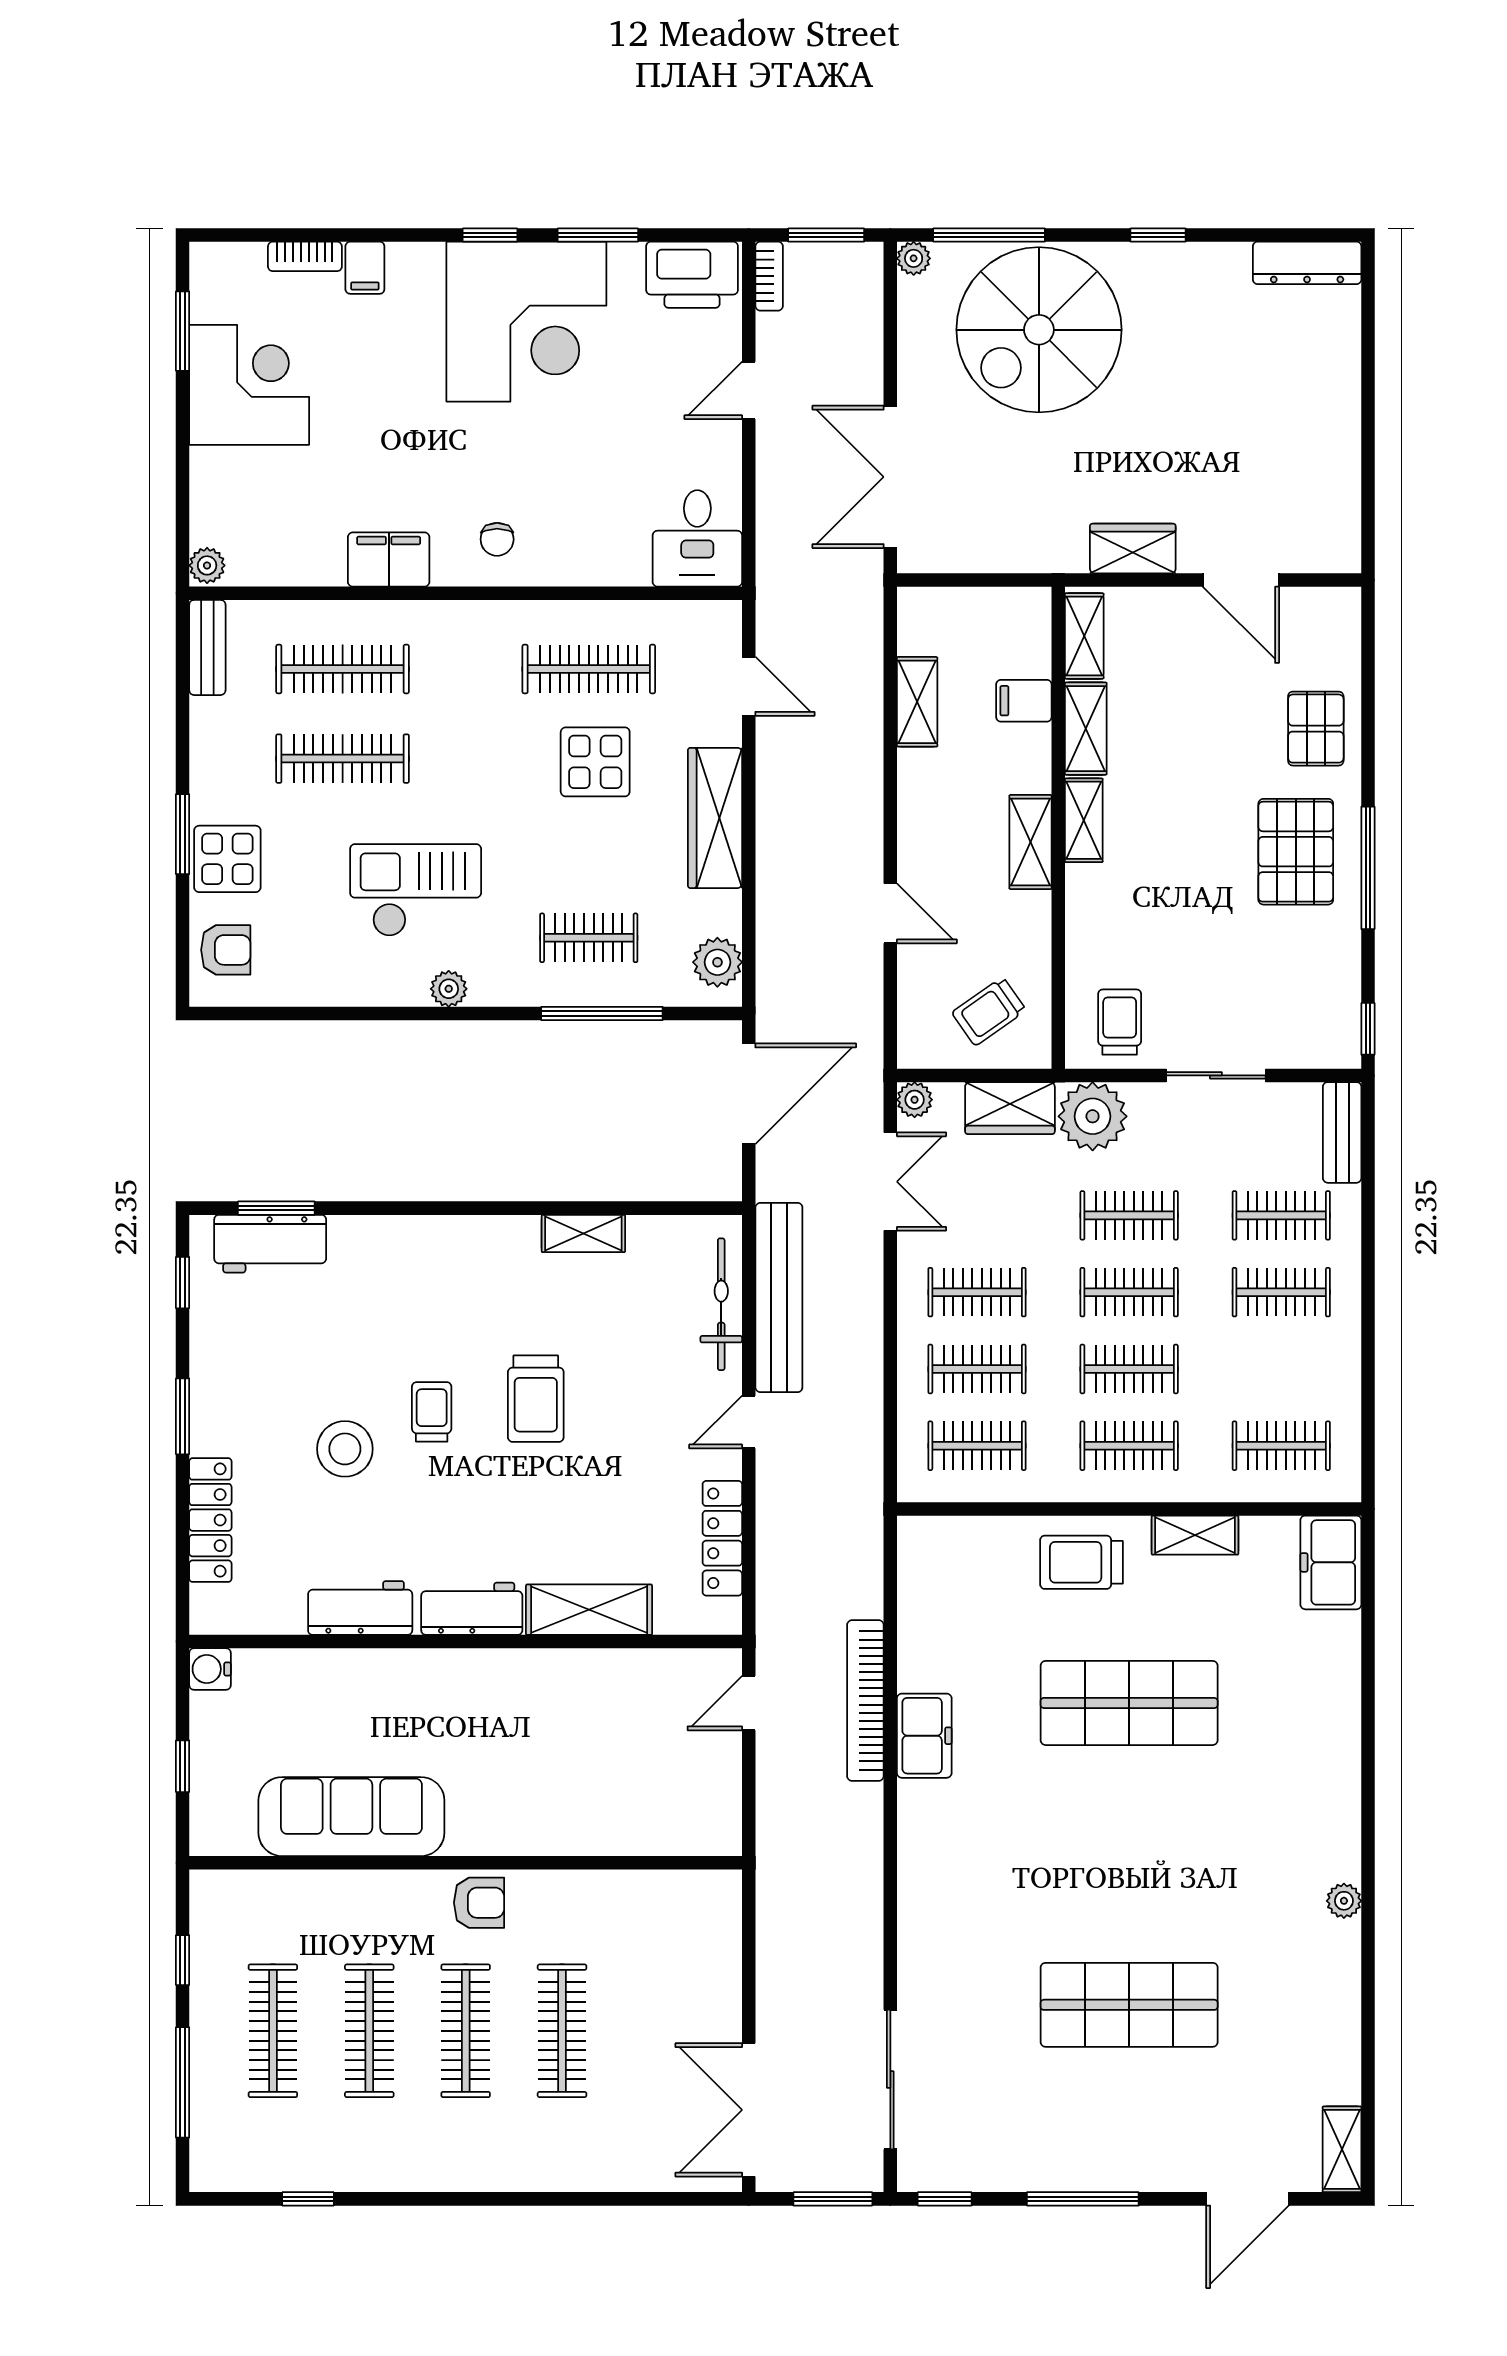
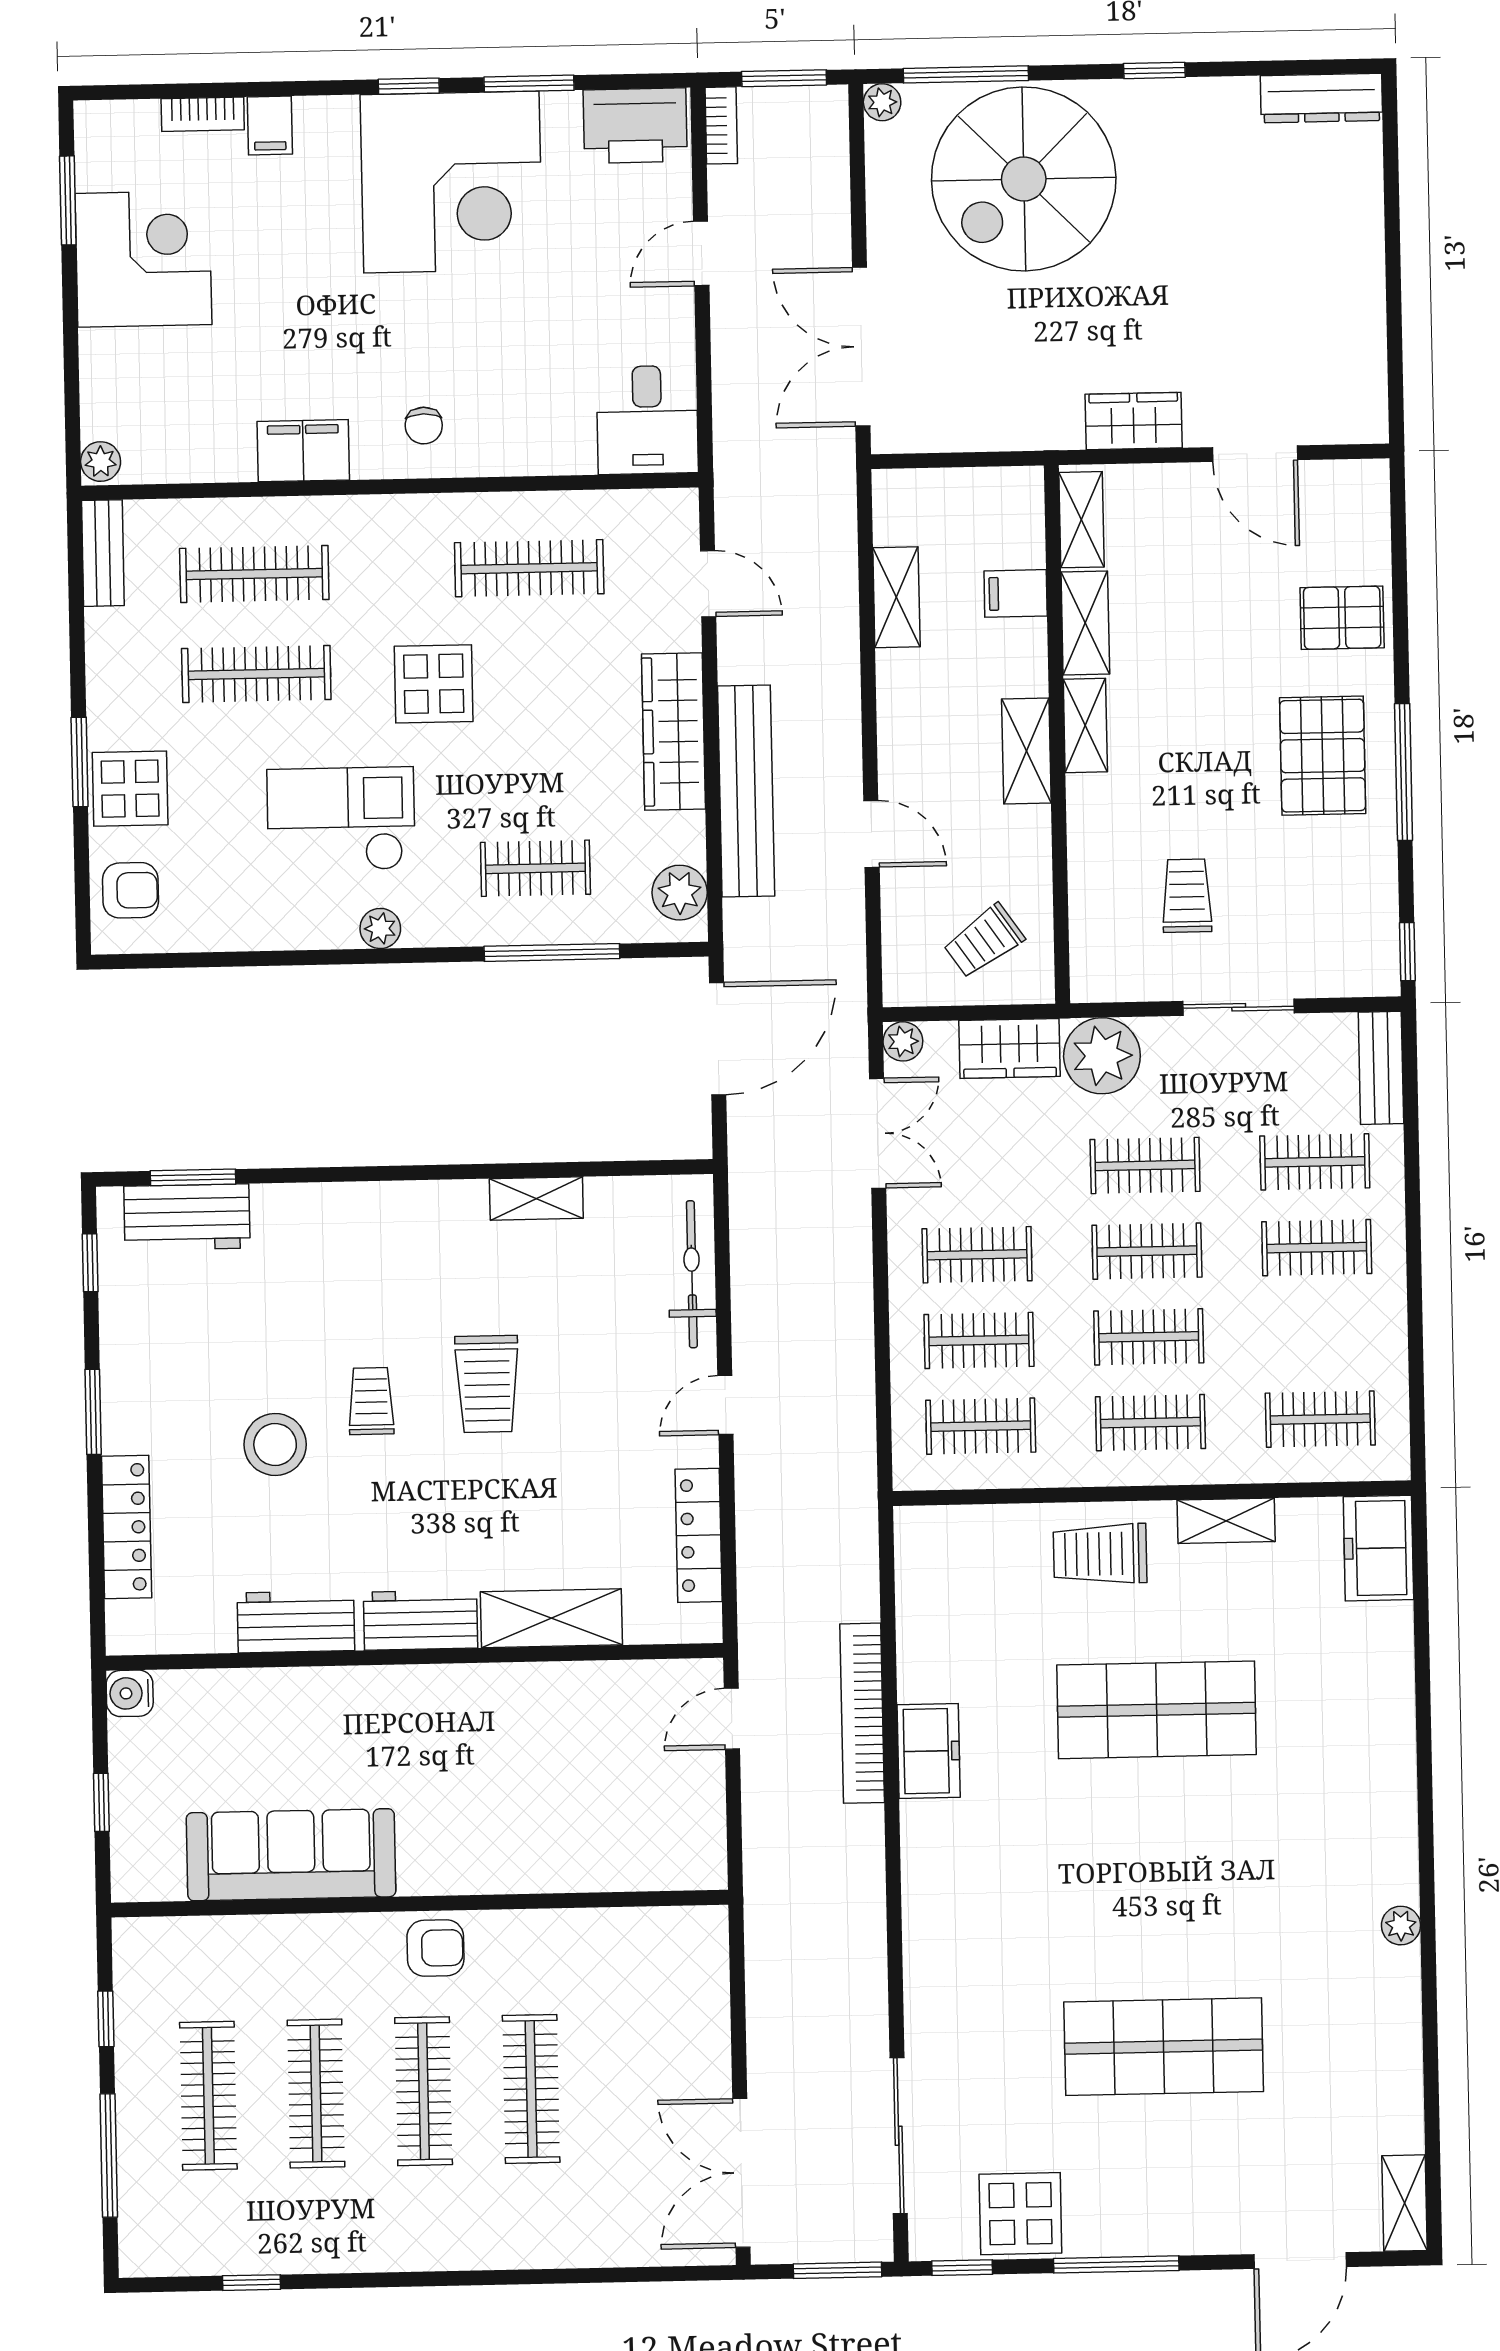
pallet: (1316, 729) -> (1342, 618), turned 90
display table: (595, 762) -> (434, 684), moved
trolley: (1120, 1022) -> (1187, 896), moved
bench: (779, 1297) -> (746, 791), moved
display table: (998, 2152) -> (1020, 2214), added

